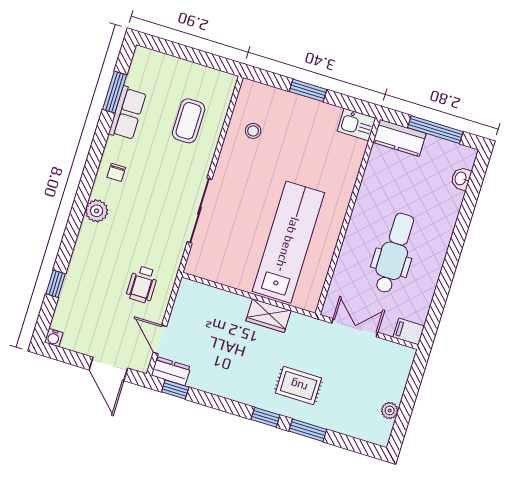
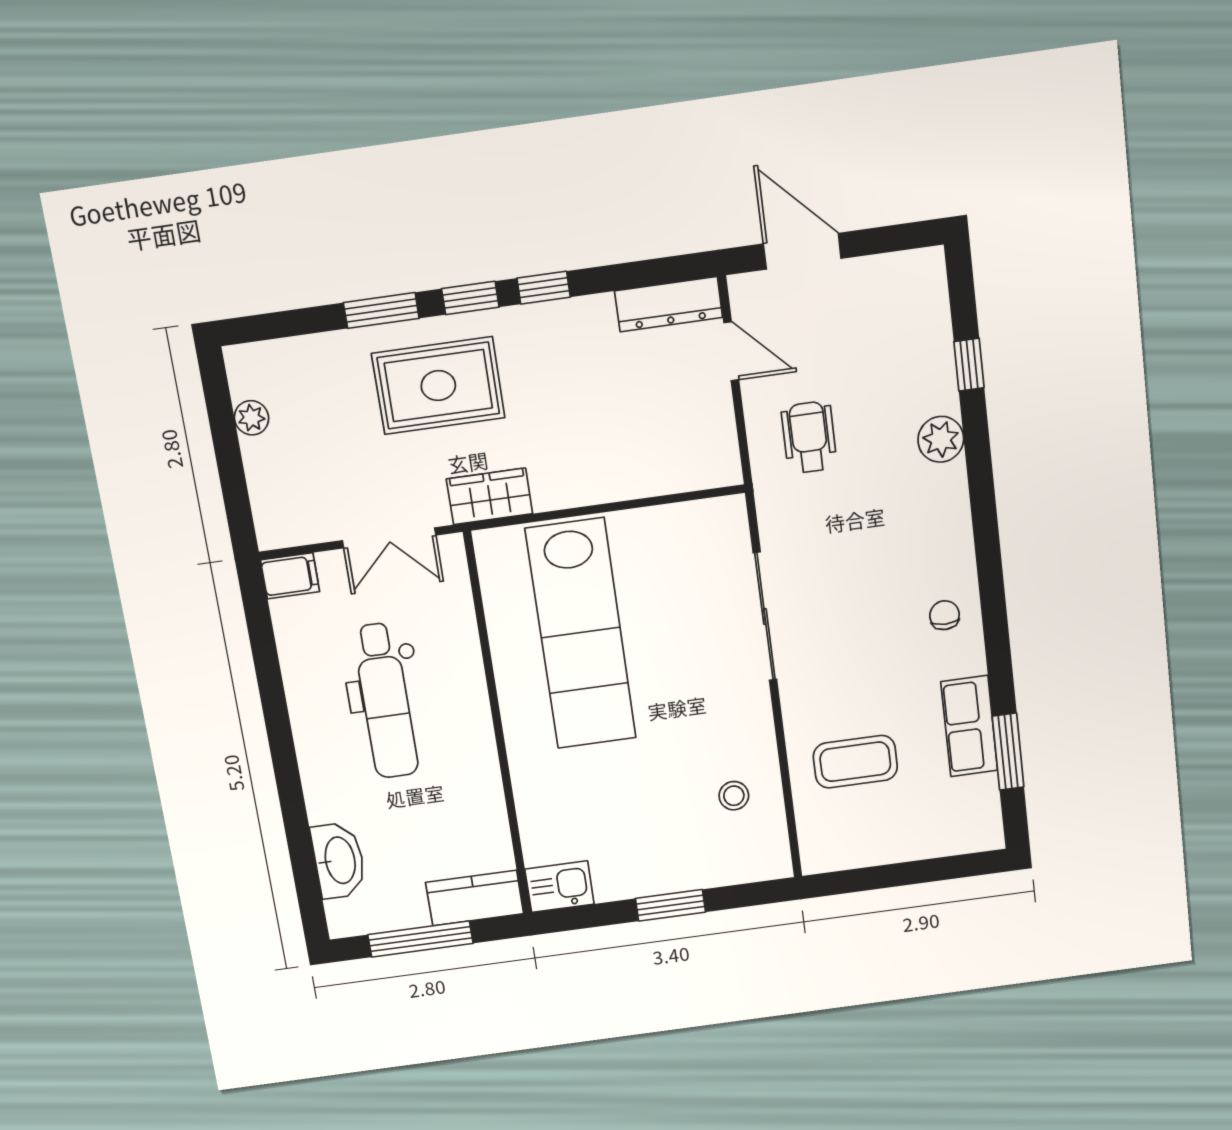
coffee table: (189, 121) -> (855, 762), turned 90
washbasin: (461, 179) -> (339, 860), width x1.91, depth x1.45
plant: (97, 211) -> (941, 439), moved
wardrobe: (268, 316) -> (489, 496), moved
water cooler: (54, 338) -> (930, 262), removed
dresser: (171, 371) -> (669, 304), width x1.44
rug: (299, 386) -> (438, 386), width x1.36, depth x1.43
window: (175, 389) -> (544, 288), moved

